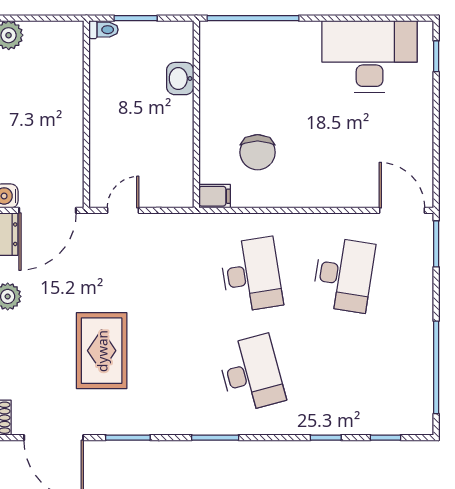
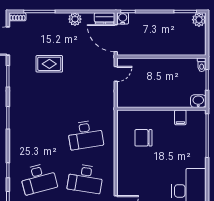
washbasin: (180, 79) -> (198, 101), moved
filing cabinet: (215, 196) -> (180, 117), moved
door: (123, 210) -> (116, 74), hinge flipped
rug: (102, 351) -> (49, 64), width x0.73, depth x0.70
desk: (251, 373) -> (38, 179), moved

